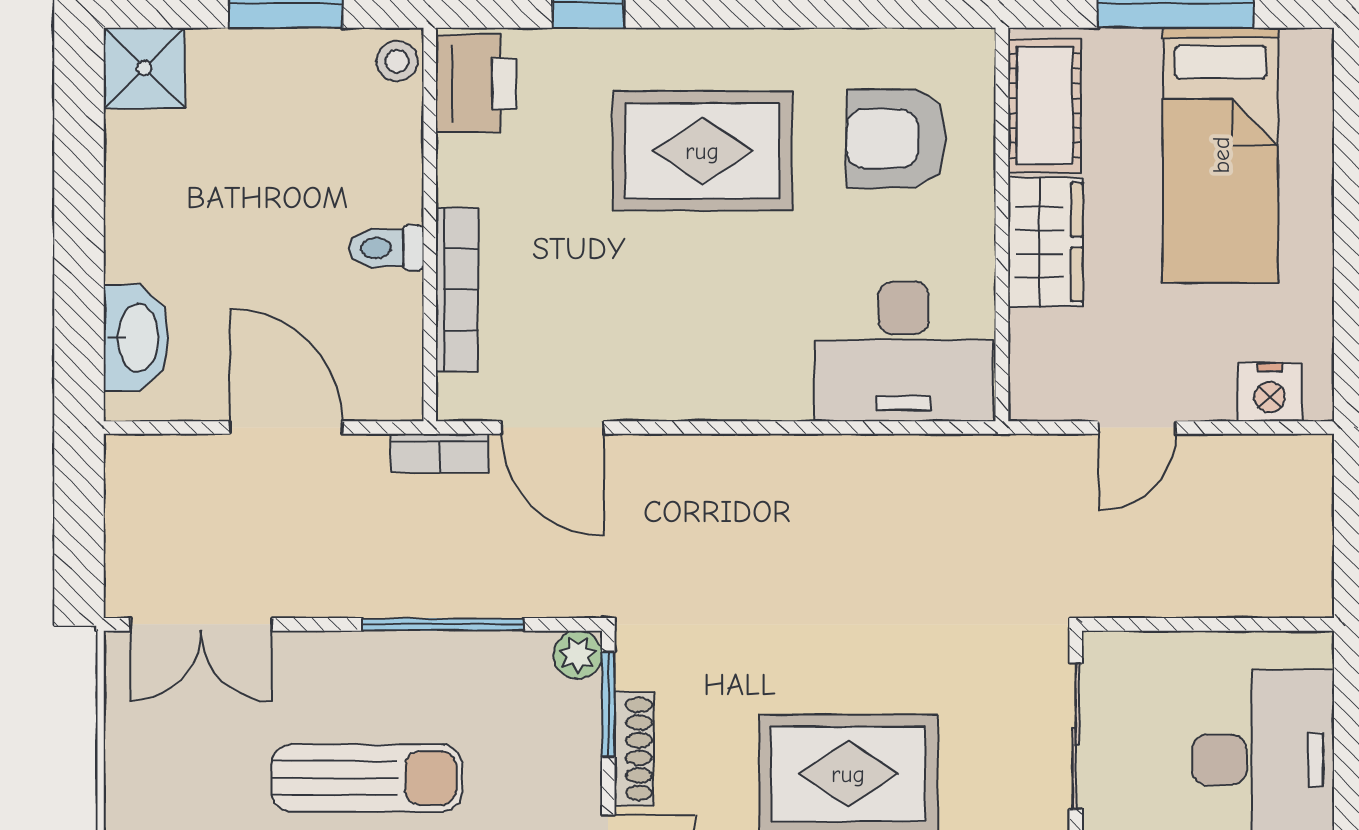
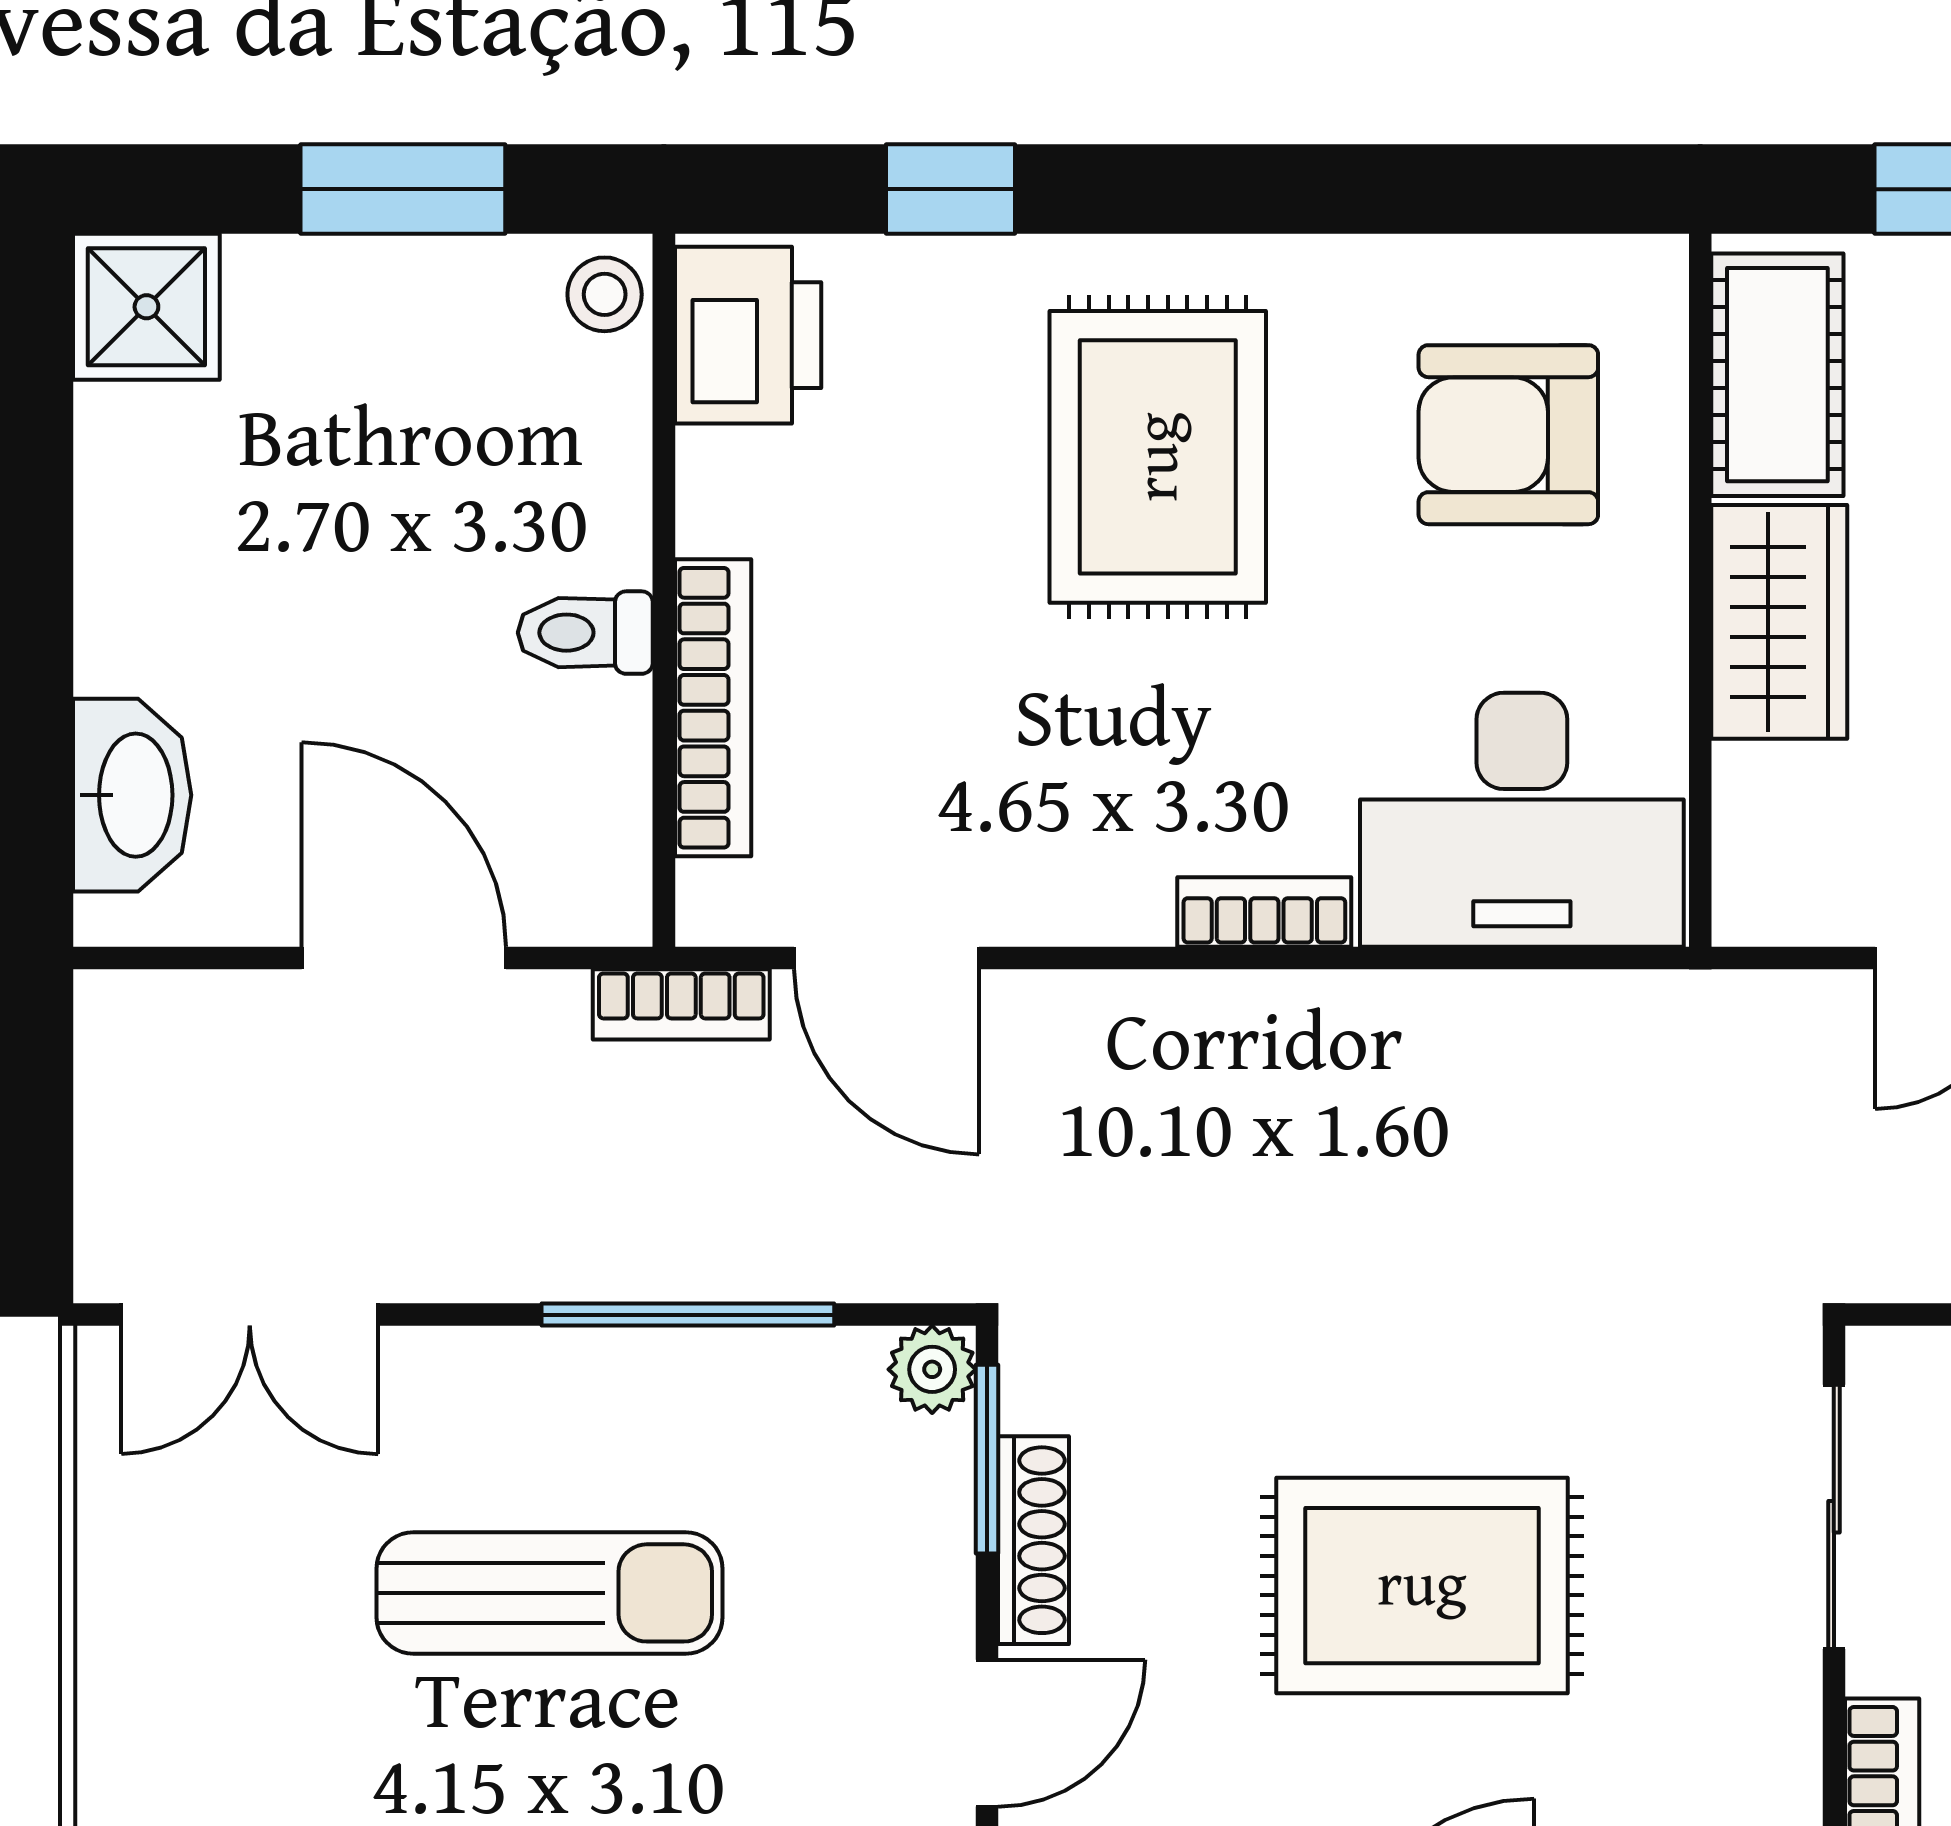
rug: (702, 151) -> (1158, 457), turned 90
bookcase: (761, 402) -> (1264, 912), added

